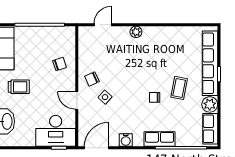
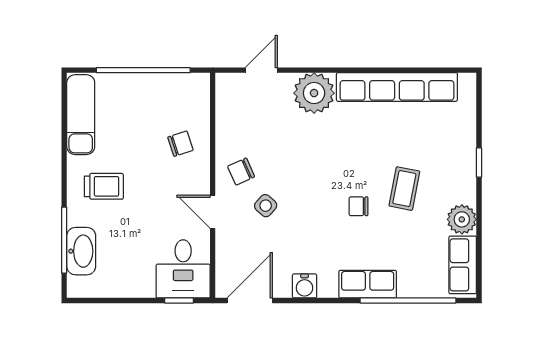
plant: (136, 32) -> (314, 93), width x1.88, depth x1.88
row of seats: (210, 63) -> (397, 87), moved, turned -90
desk: (56, 131) -> (183, 269), width x0.73

